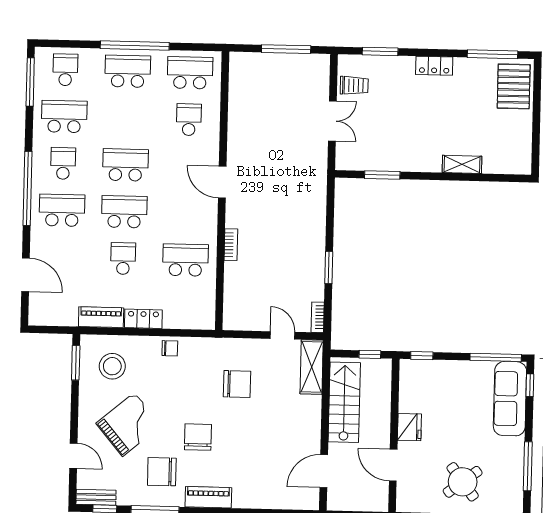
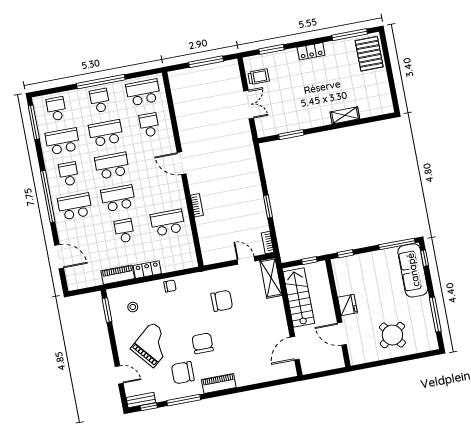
school desk: (128, 71) -> (100, 101), width x0.54
school desk: (127, 118) -> (106, 133), added
stool: (112, 366) -> (133, 307), width x0.53, depth x0.53

